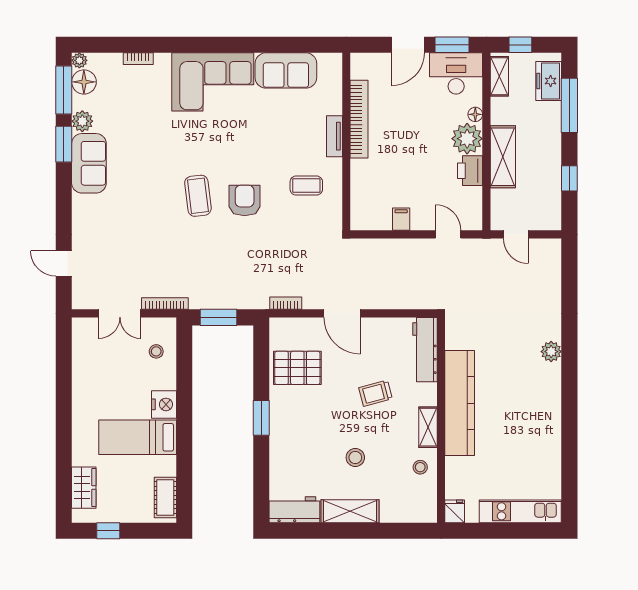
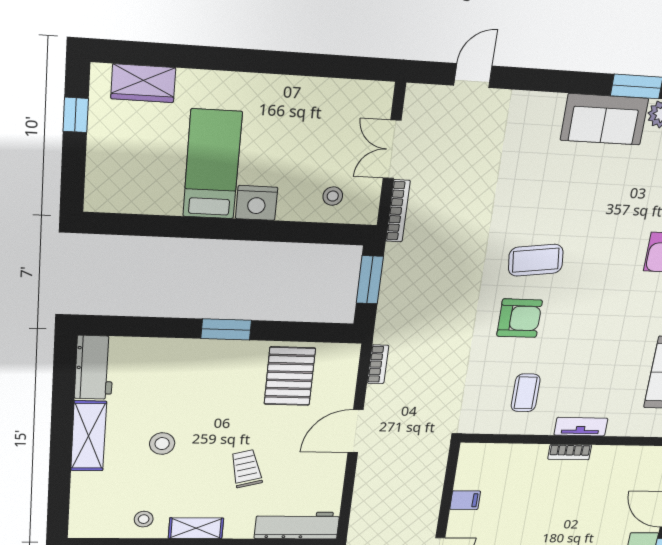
bookcase: (359, 119) -> (570, 452), width x0.43, depth x0.76
cot: (165, 498) -> (121, 198), removed

